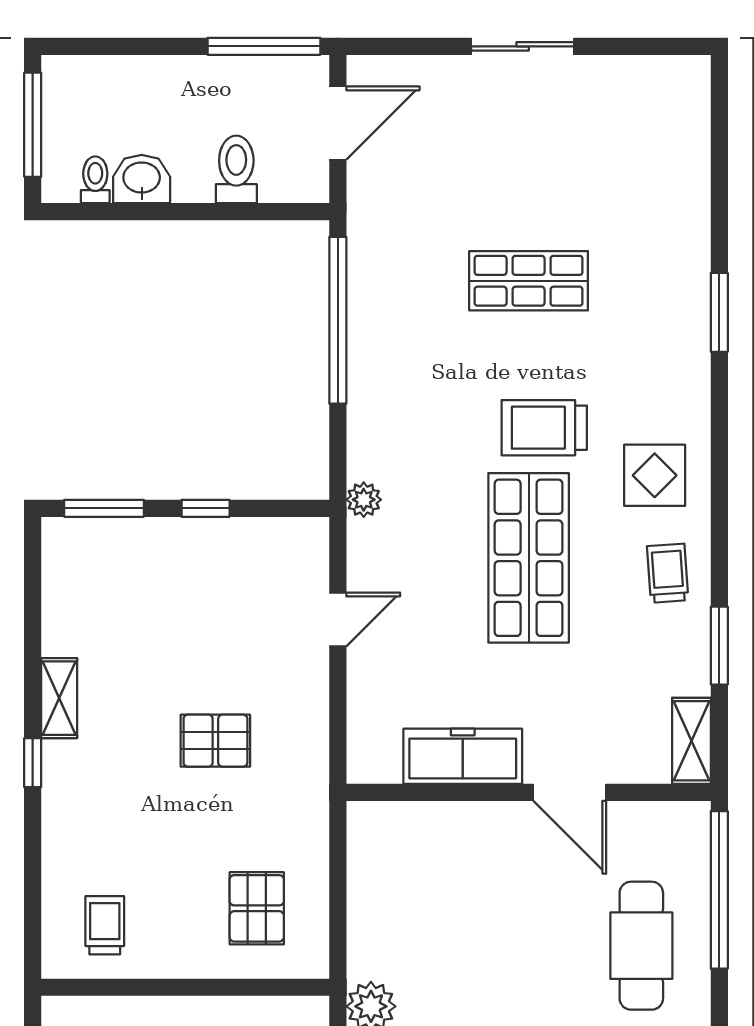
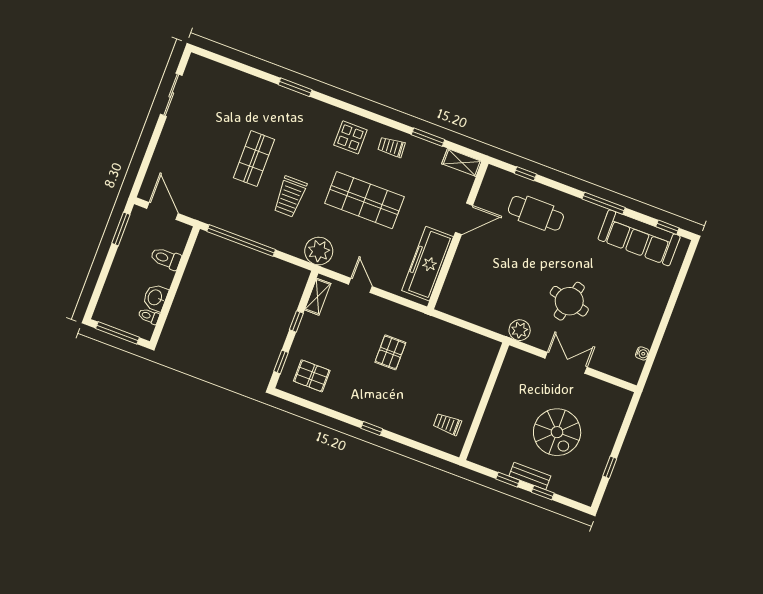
window: (264, 46) -> (121, 229), width x0.69
sliding door: (523, 46) -> (171, 95), moved
trolley: (544, 428) -> (290, 197), moved
plant: (364, 500) -> (319, 251), width x1.87, depth x1.87
window: (104, 508) -> (281, 362), width x0.67
shelving: (59, 698) -> (318, 297), moved, turned 90
freezer: (463, 756) -> (428, 264), width x1.36, depth x1.26
window: (719, 890) -> (525, 174), width x0.32
pallet: (257, 908) -> (312, 376), moved

